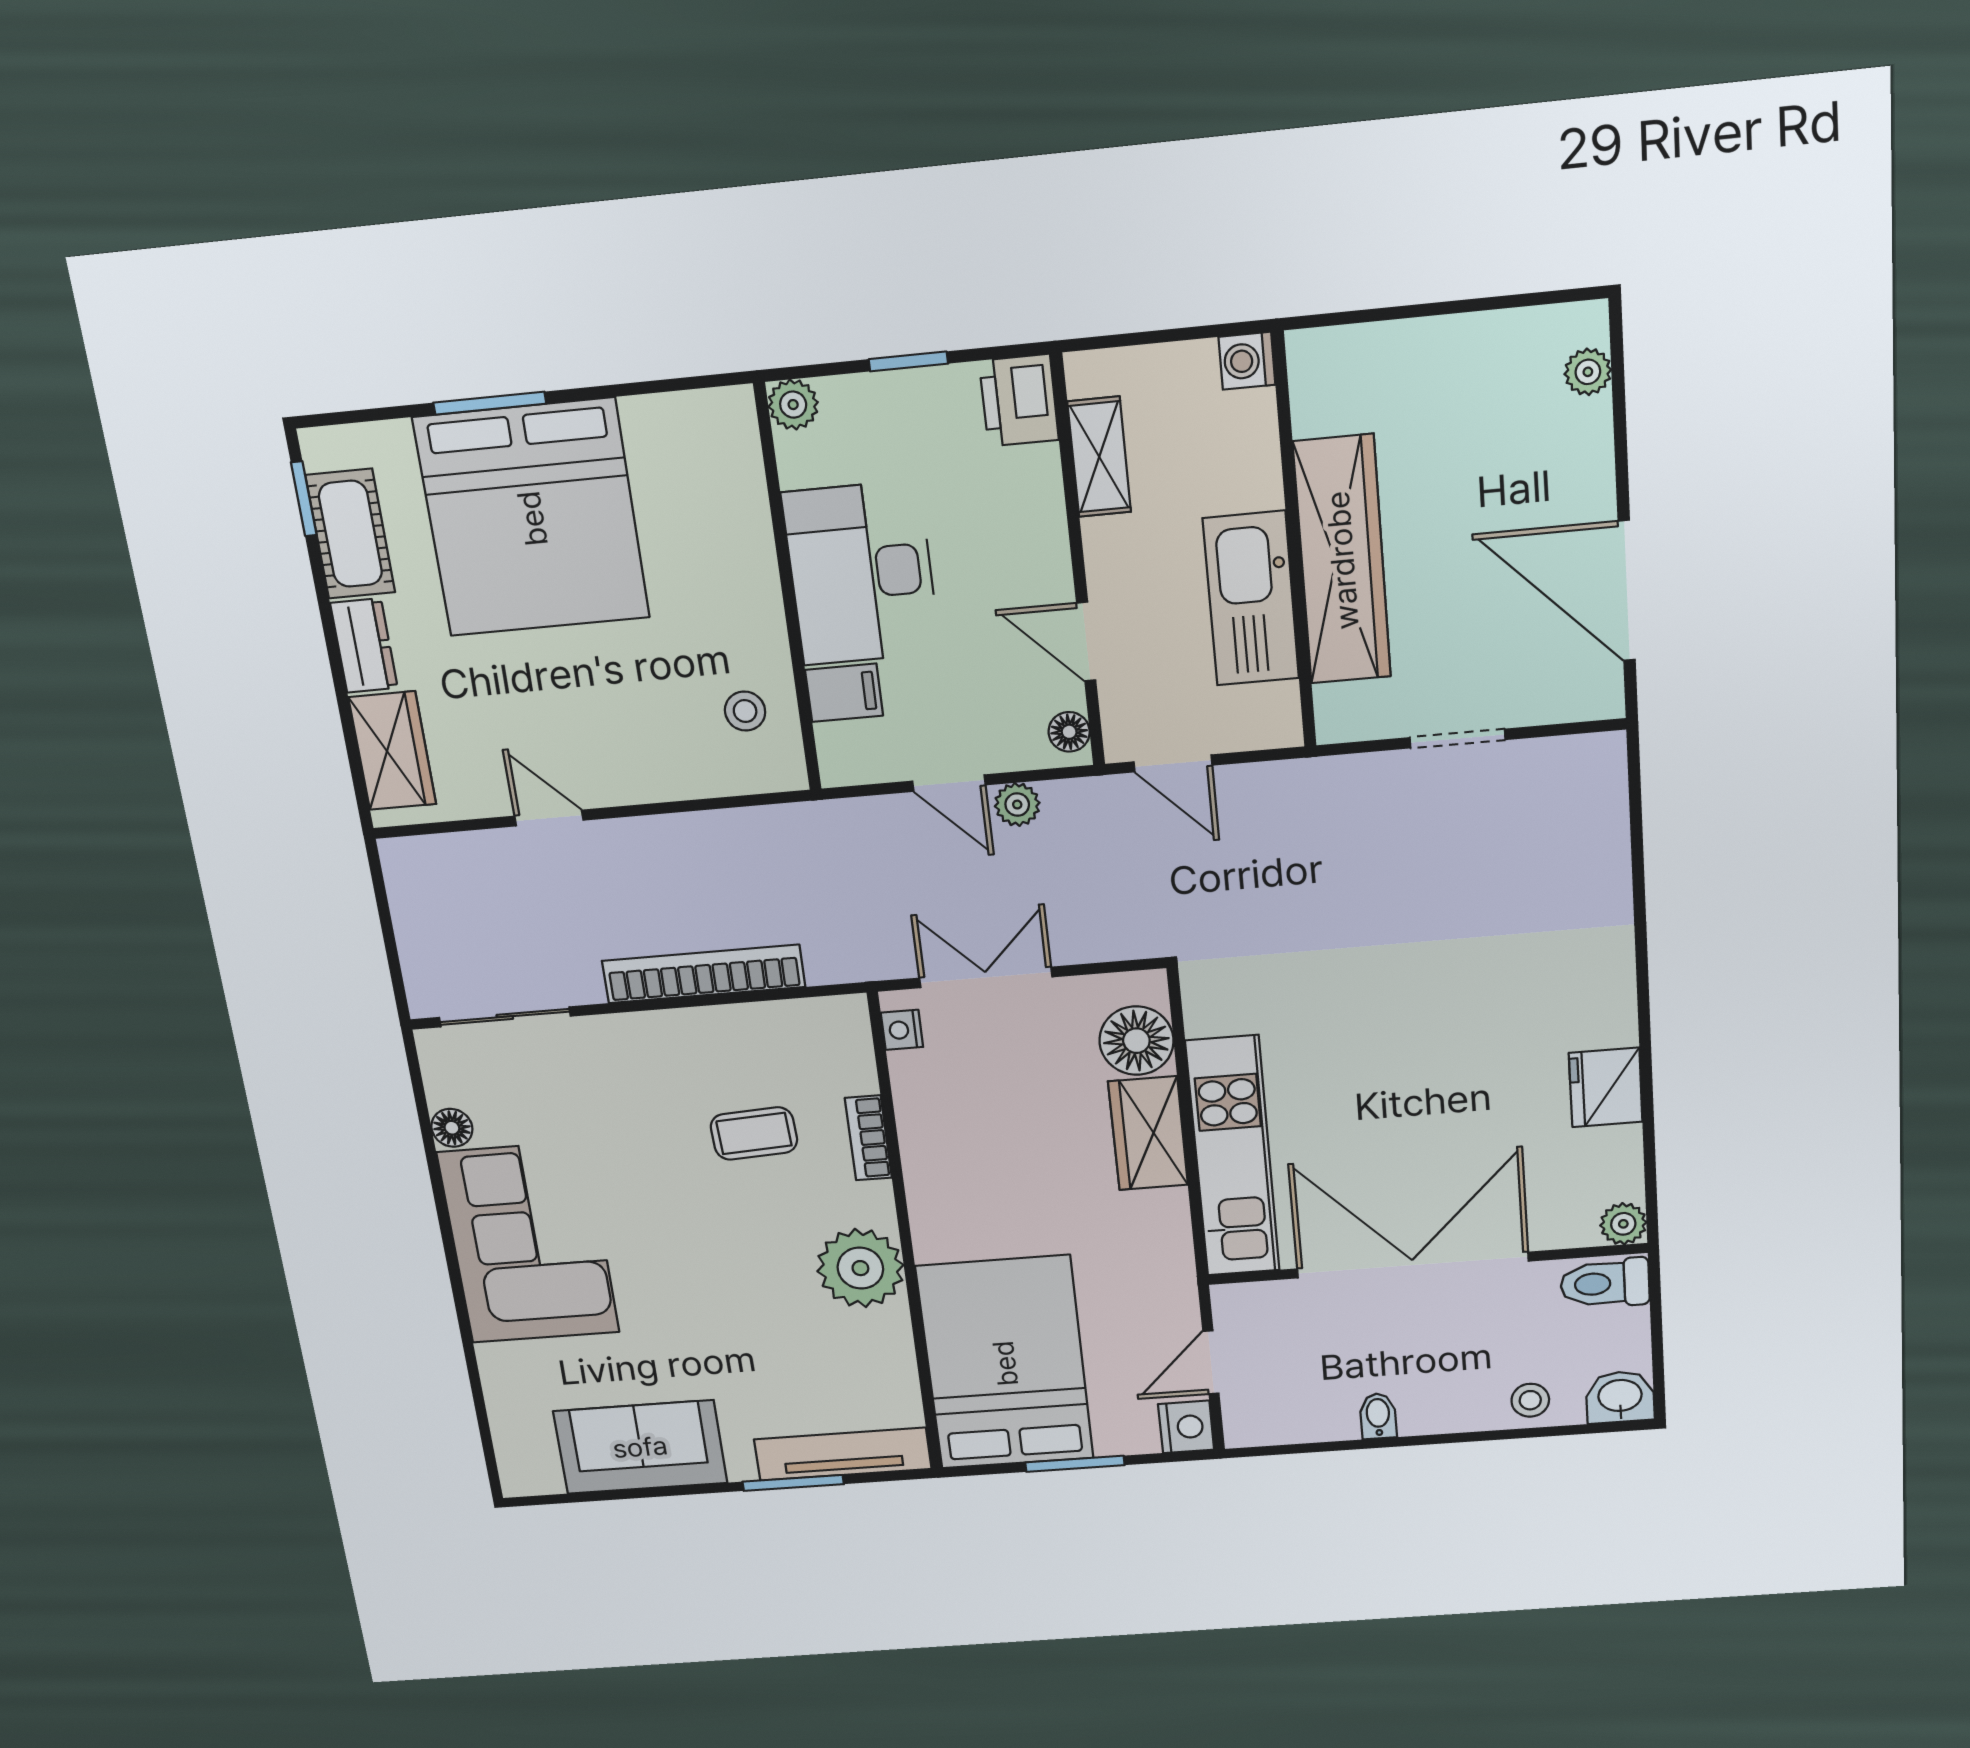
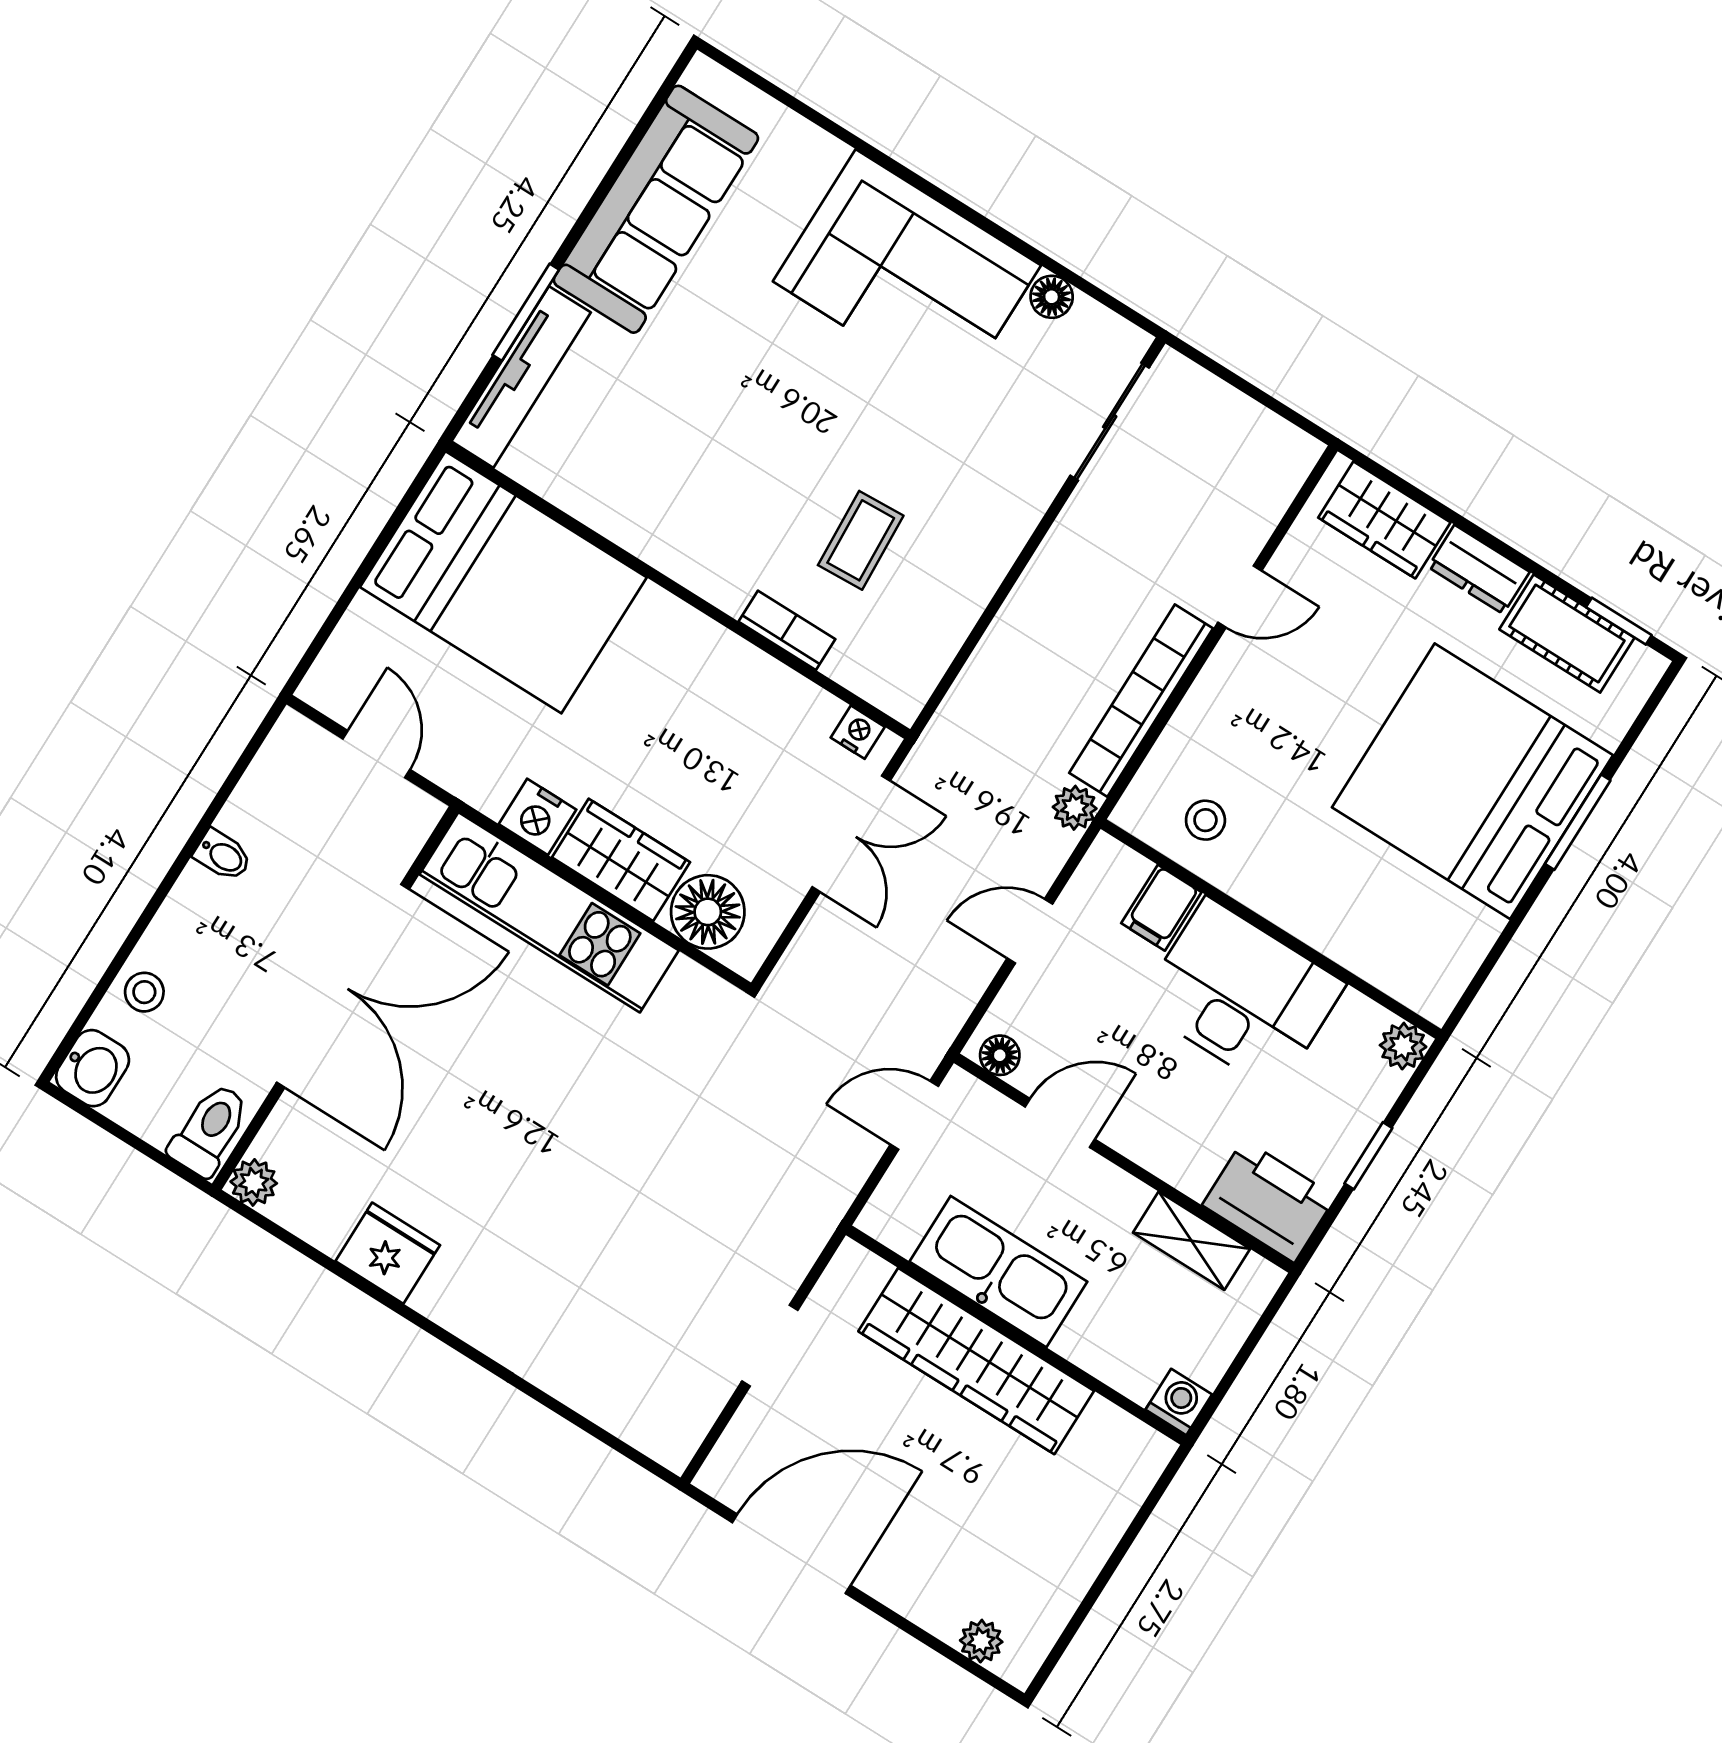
printer: (1019, 400) -> (1269, 1201), width x1.37, depth x1.19
plant: (1017, 805) -> (1075, 808), moved
bookcase: (704, 974) -> (1141, 701), moved, turned 180
plant: (860, 1268) -> (679, 531), removed
nightstand: (1186, 1427) -> (537, 817), moved
sofa: (640, 1447) -> (656, 209), width x1.36
window: (1075, 1464) -> (366, 567), removed

